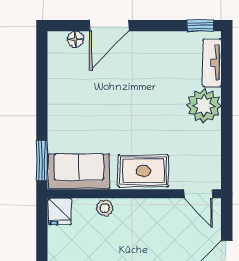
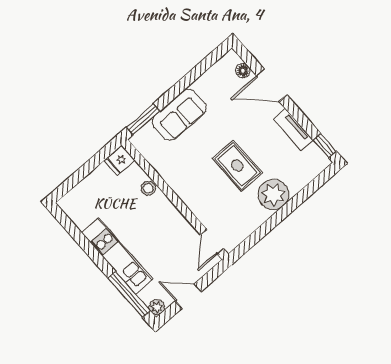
tv unit: (212, 63) -> (294, 130), moved, turned -90
rug: (143, 171) -> (237, 166), moved
sofa: (79, 172) -> (179, 115), moved, turned 90

